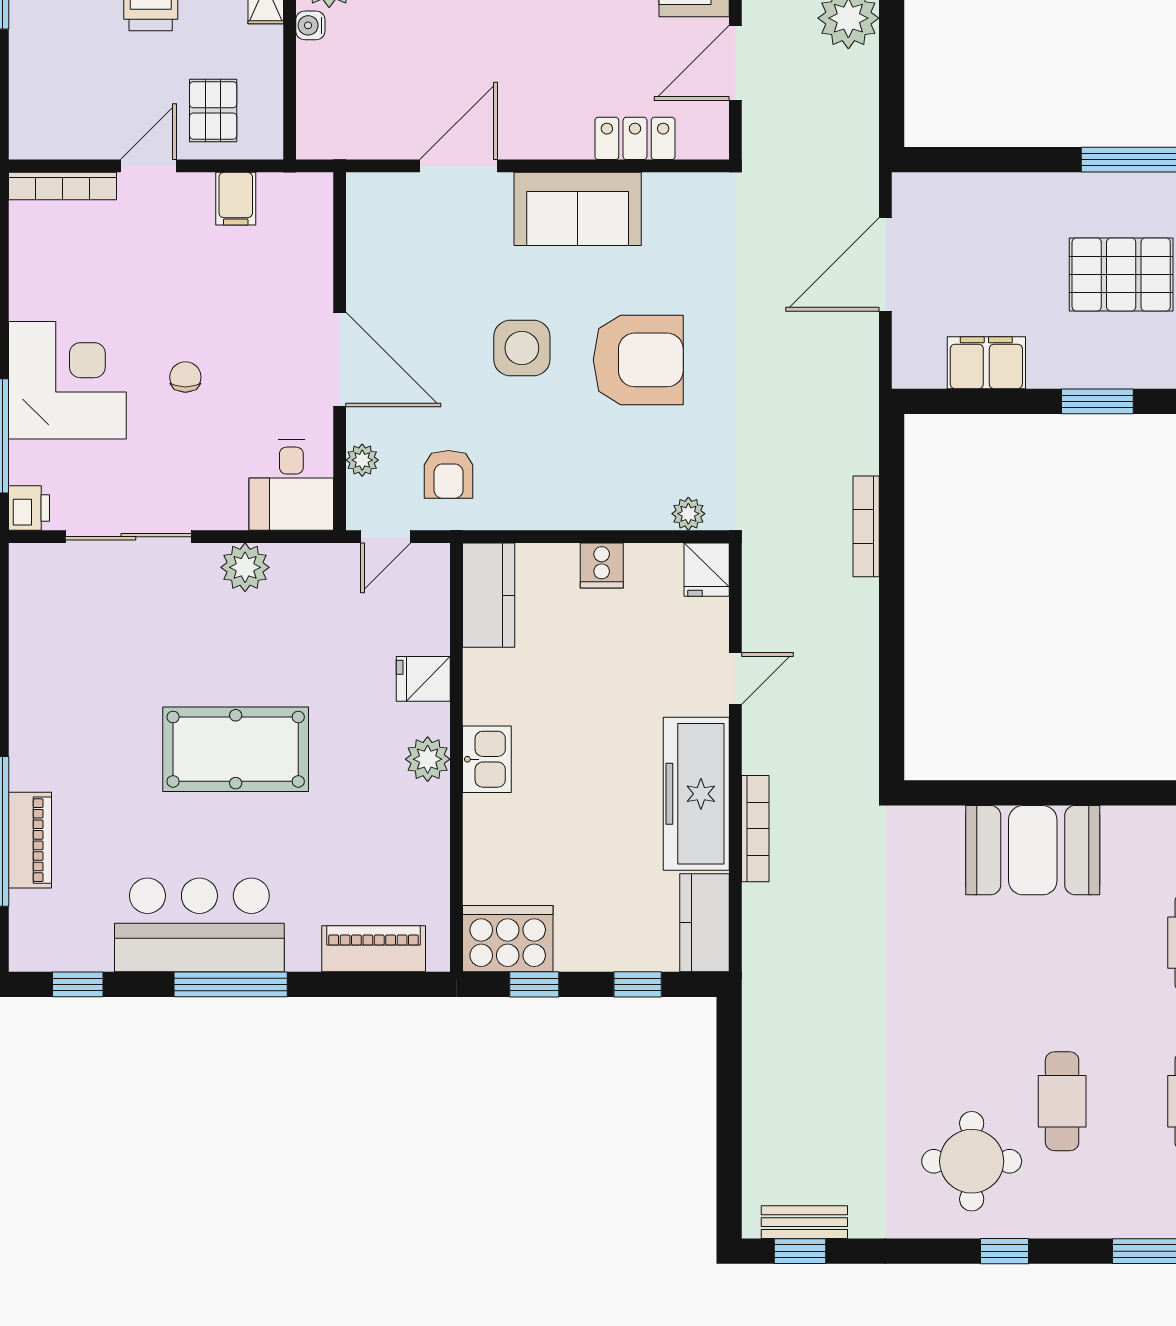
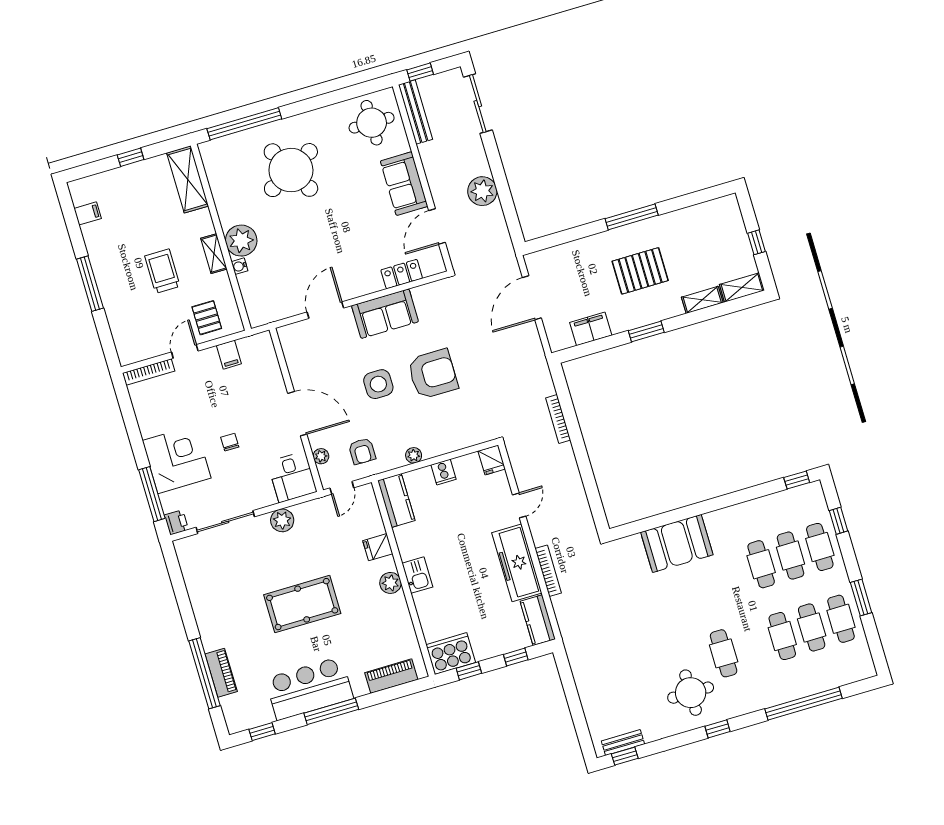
plant: (688, 514) -> (414, 455), moved

